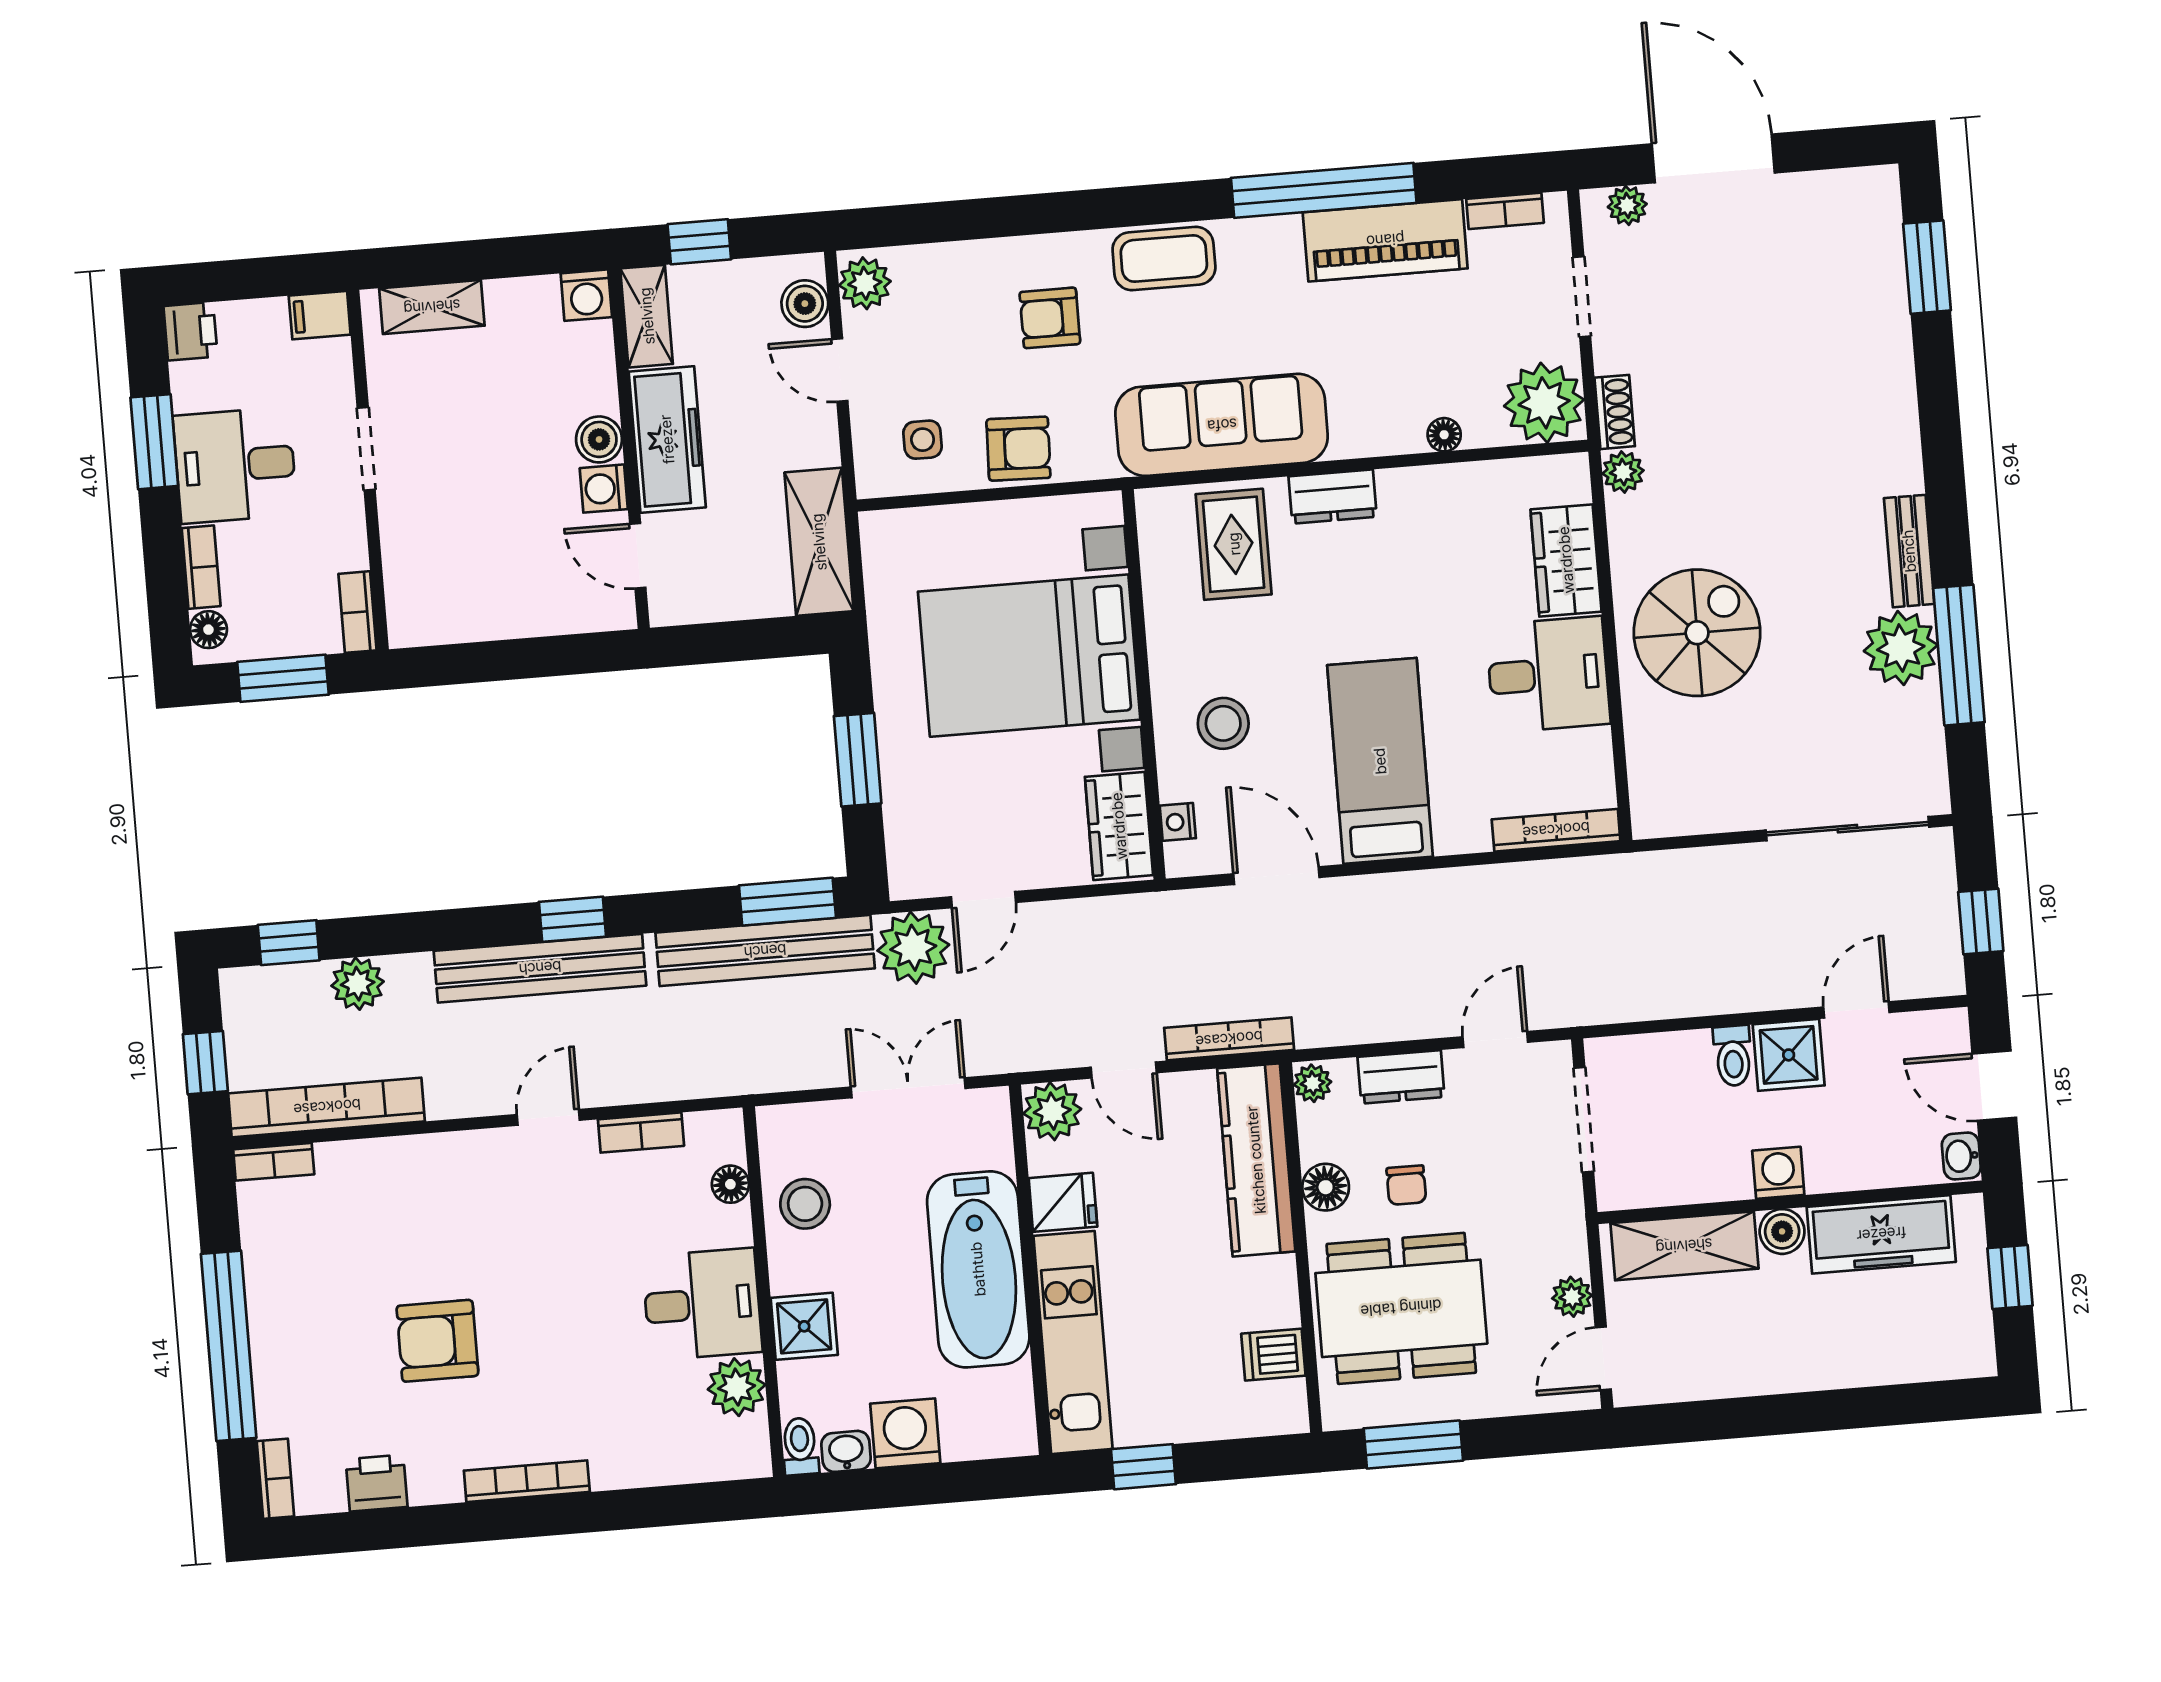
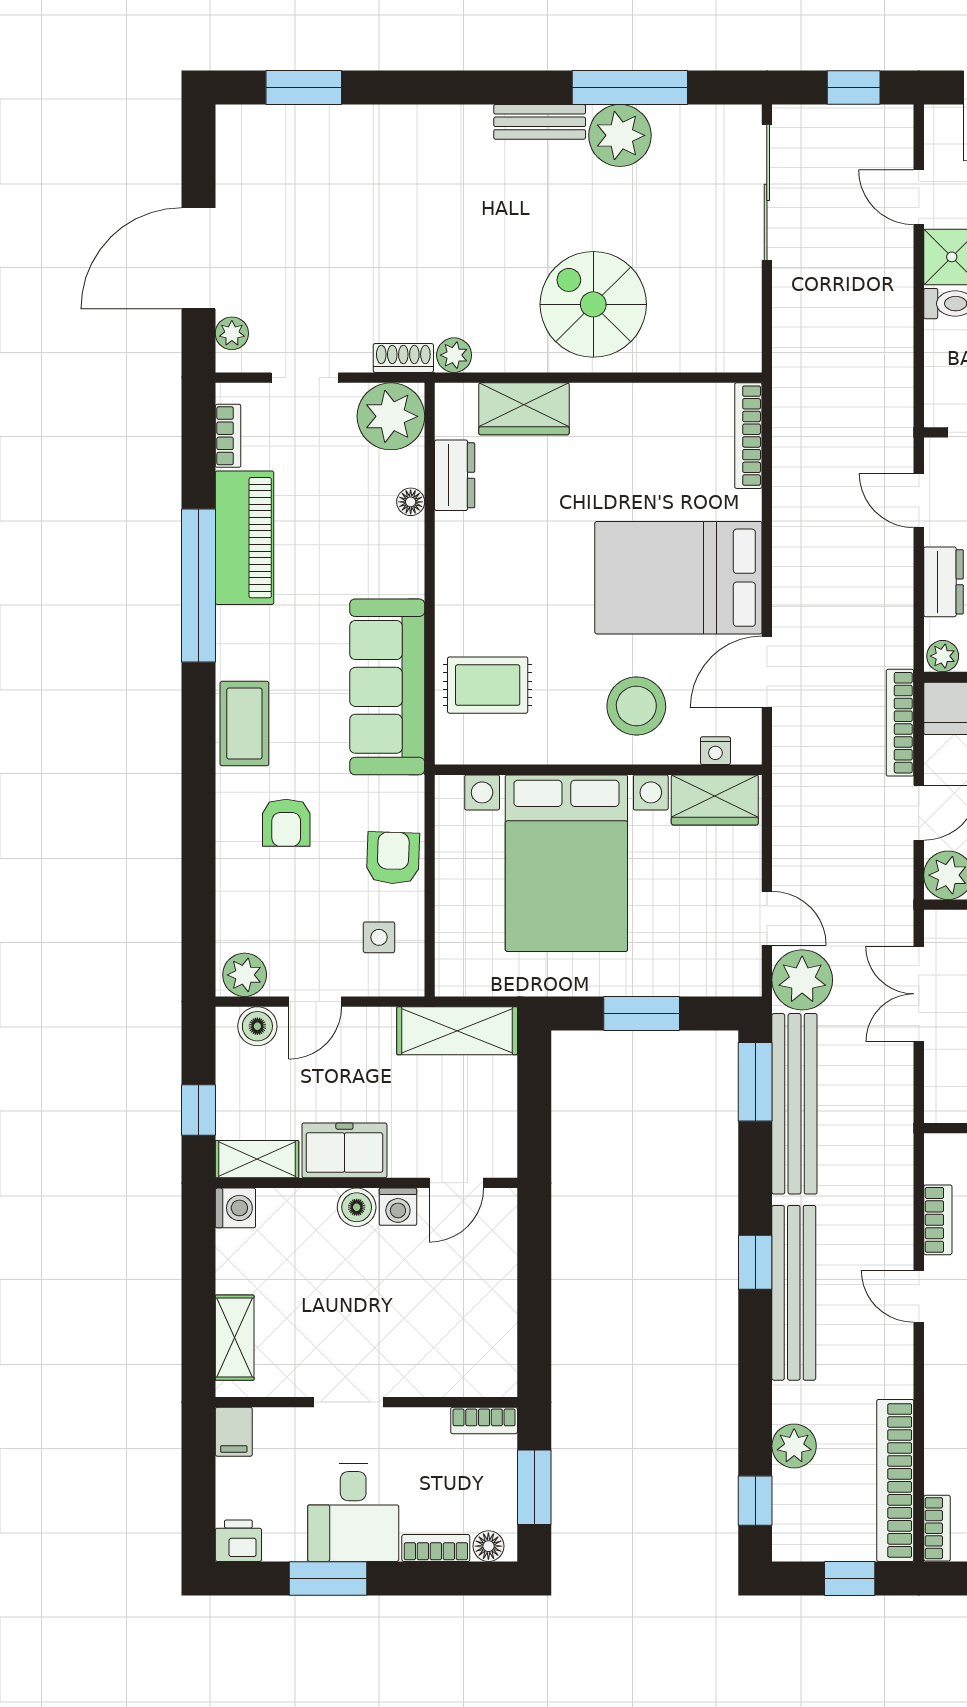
freezer: (667, 439) -> (344, 1150), width x0.71
dresser: (1333, 497) -> (455, 475), moved
desk: (1548, 674) -> (618, 432), removed
stool: (1223, 723) -> (636, 706), width x1.38, depth x1.38
bed: (1380, 761) -> (678, 578), width x1.50

